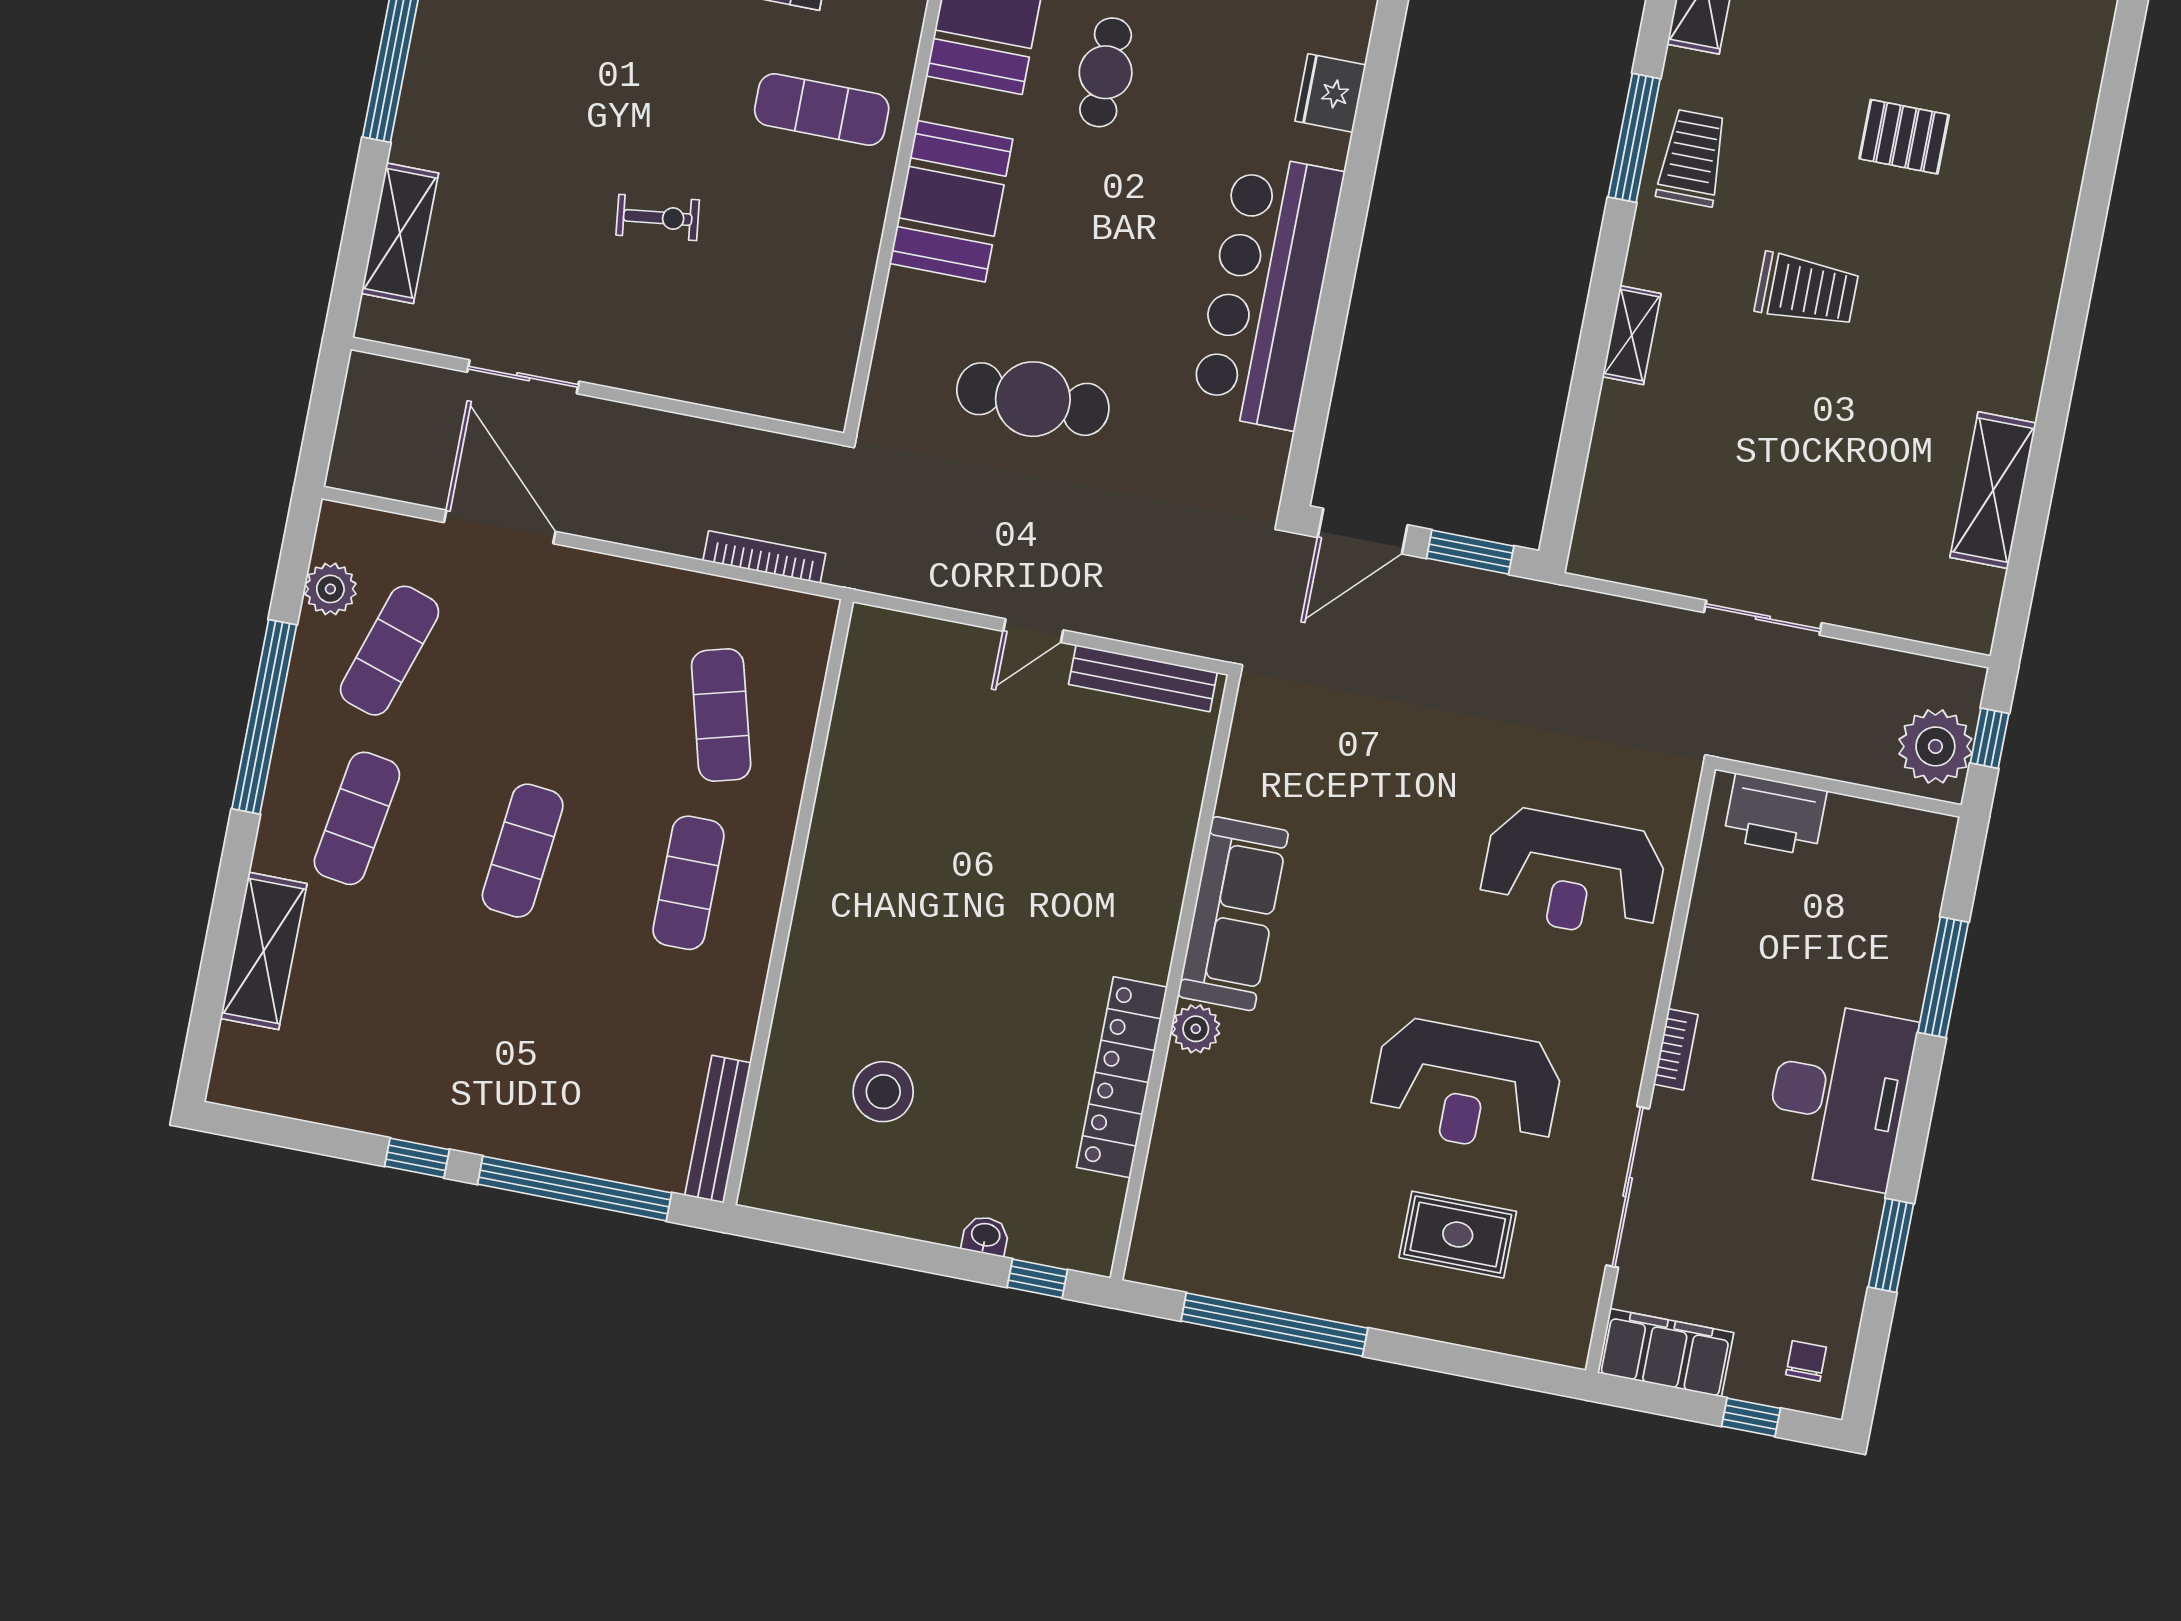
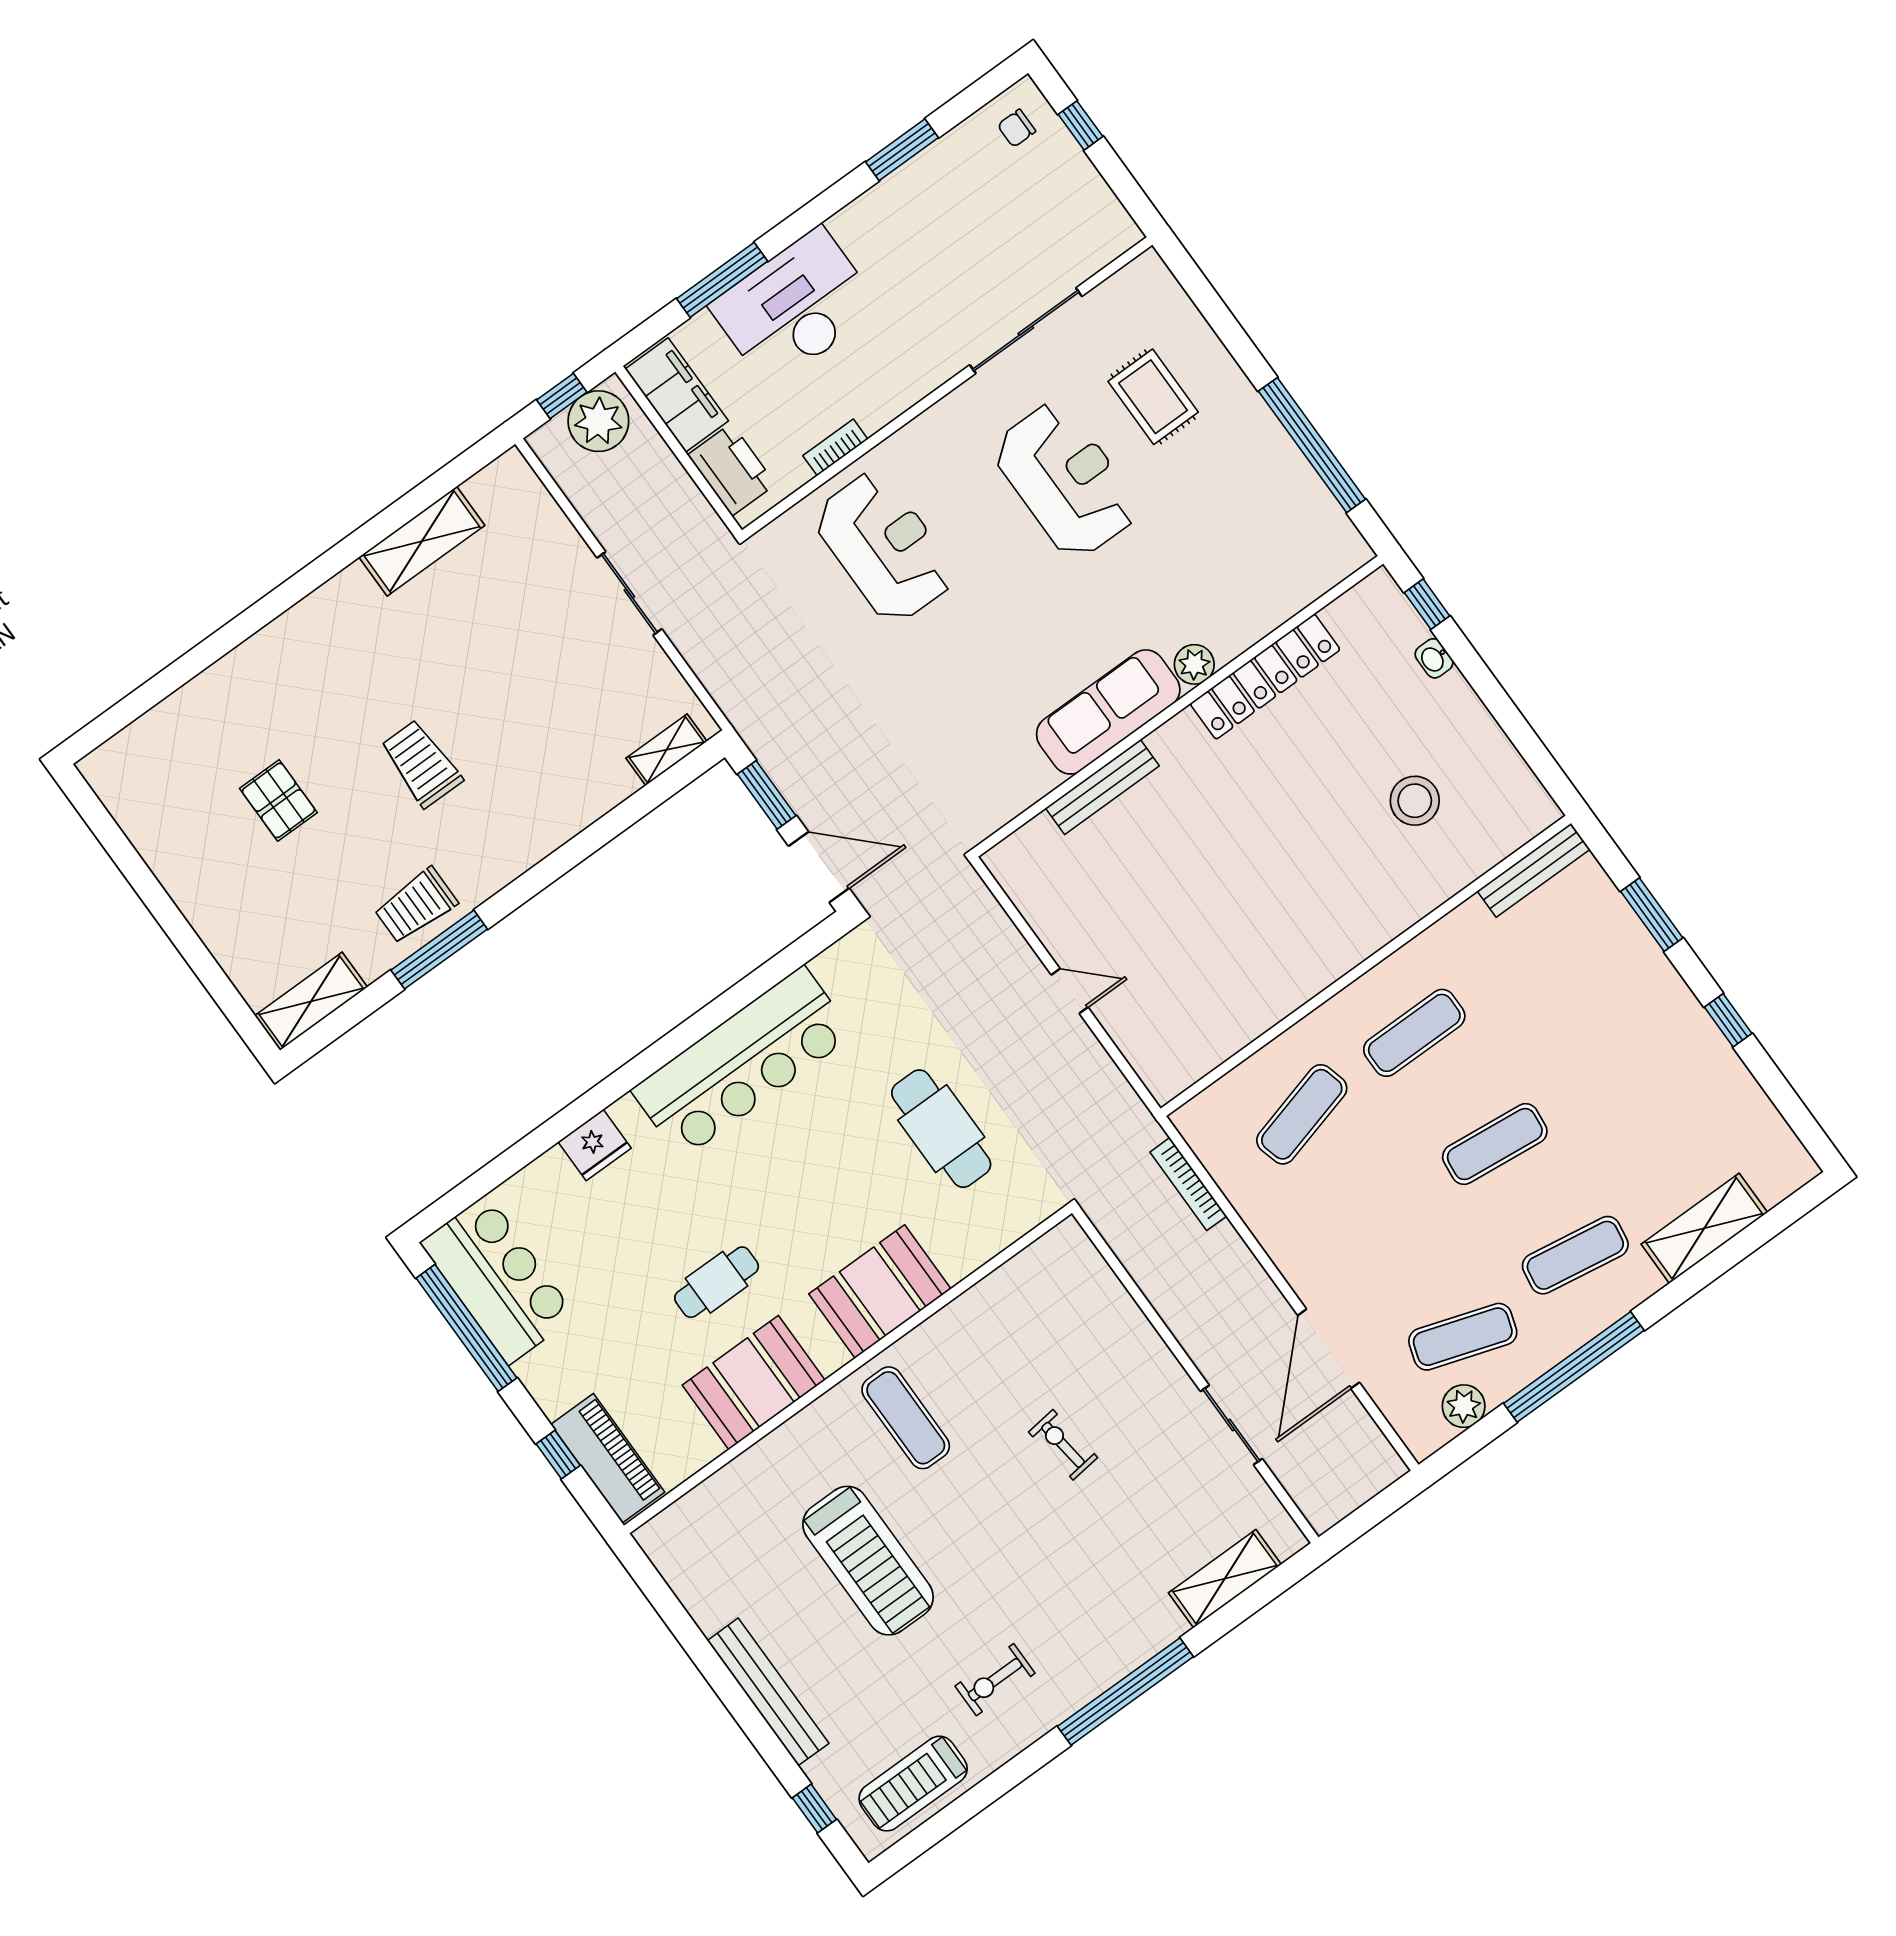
shelving: (1632, 335) -> (667, 750), moved
bench: (1143, 678) -> (1102, 787), moved, turned 90
bookcase: (1676, 1049) -> (835, 447), moved
desk: (1839, 1096) -> (795, 307), moved
window: (575, 1189) -> (1652, 915), width x0.47
filing cabinet: (1666, 1353) -> (677, 395), moved, turned 180

